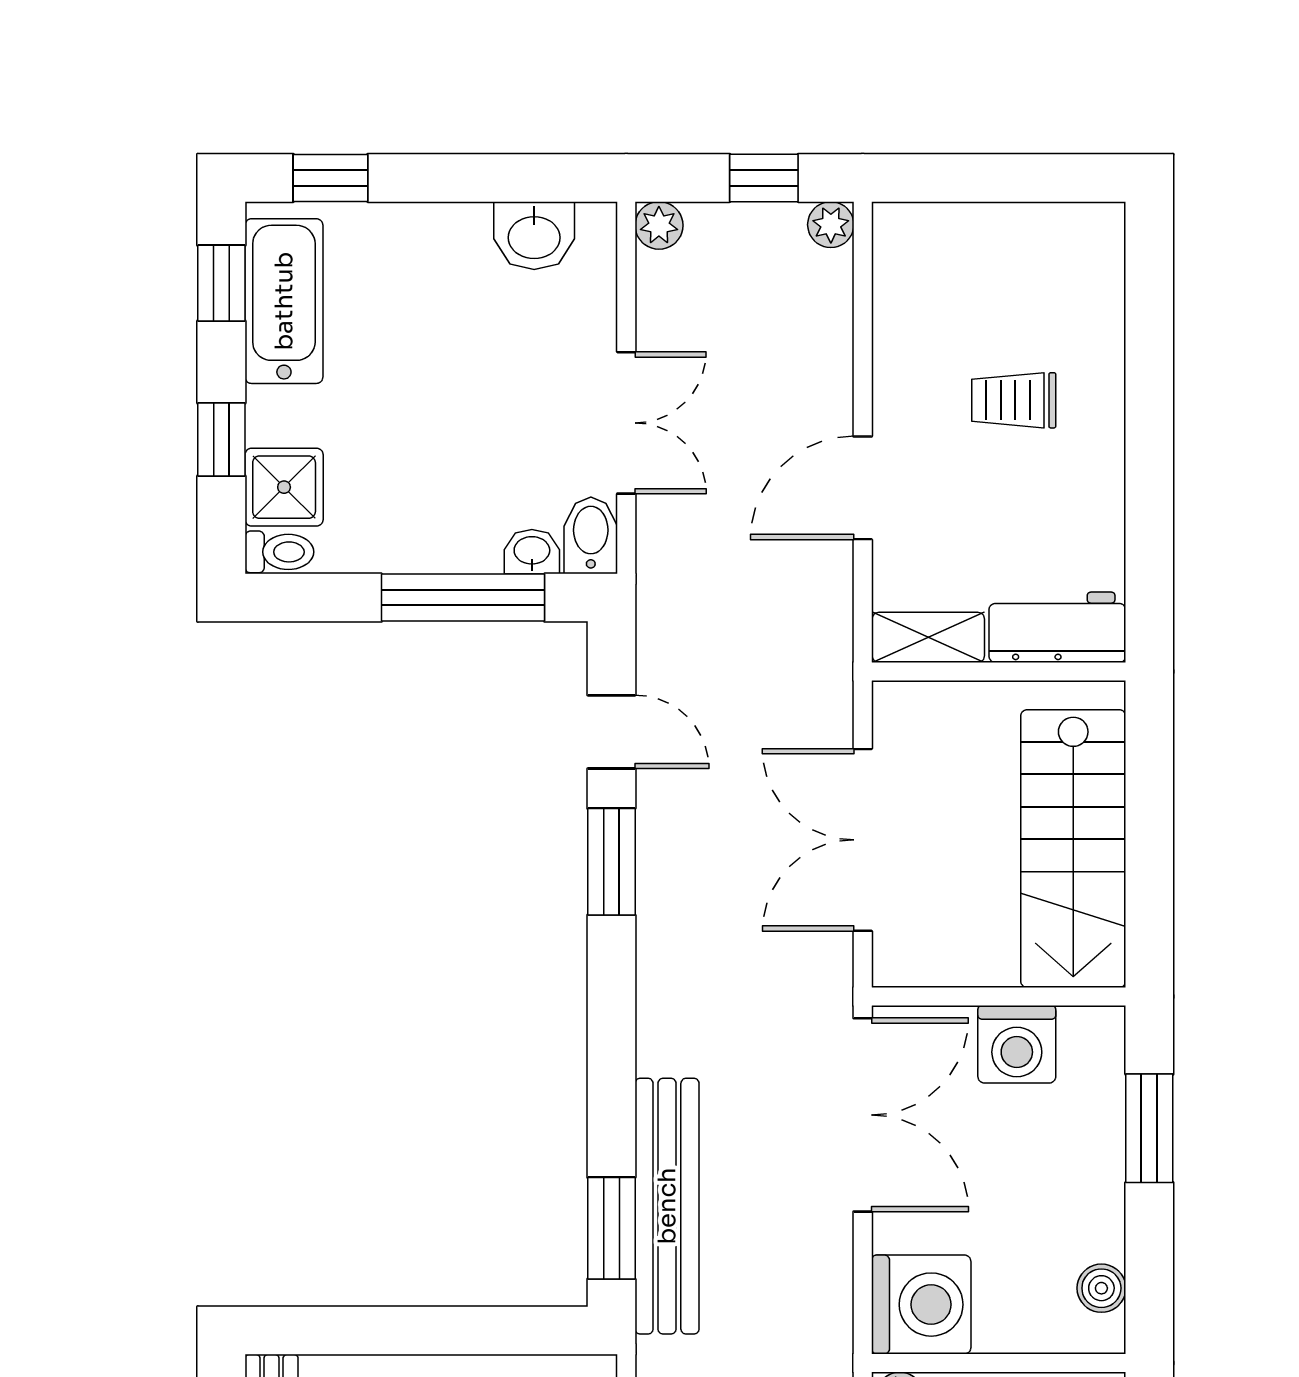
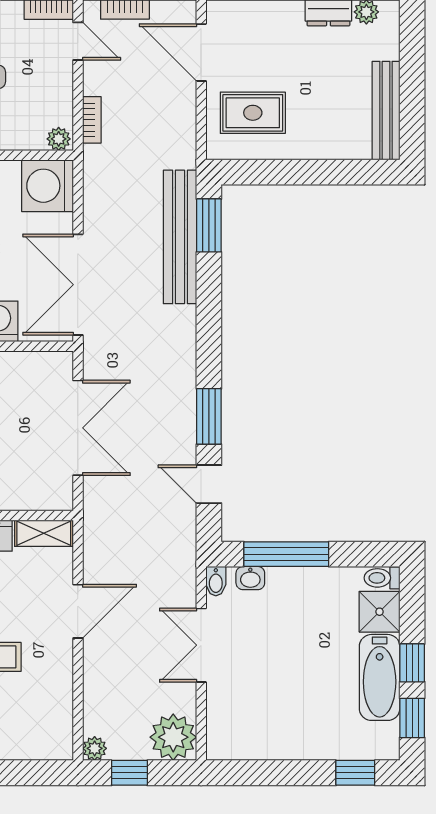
plant: (659, 225) -> (173, 737), width x1.88, depth x1.88
washbasin: (534, 236) -> (249, 743), removed
bathtub: (284, 301) -> (380, 677), moved
window: (221, 440) -> (412, 663), moved
bidet: (591, 535) -> (216, 581), width x0.72, depth x0.74

